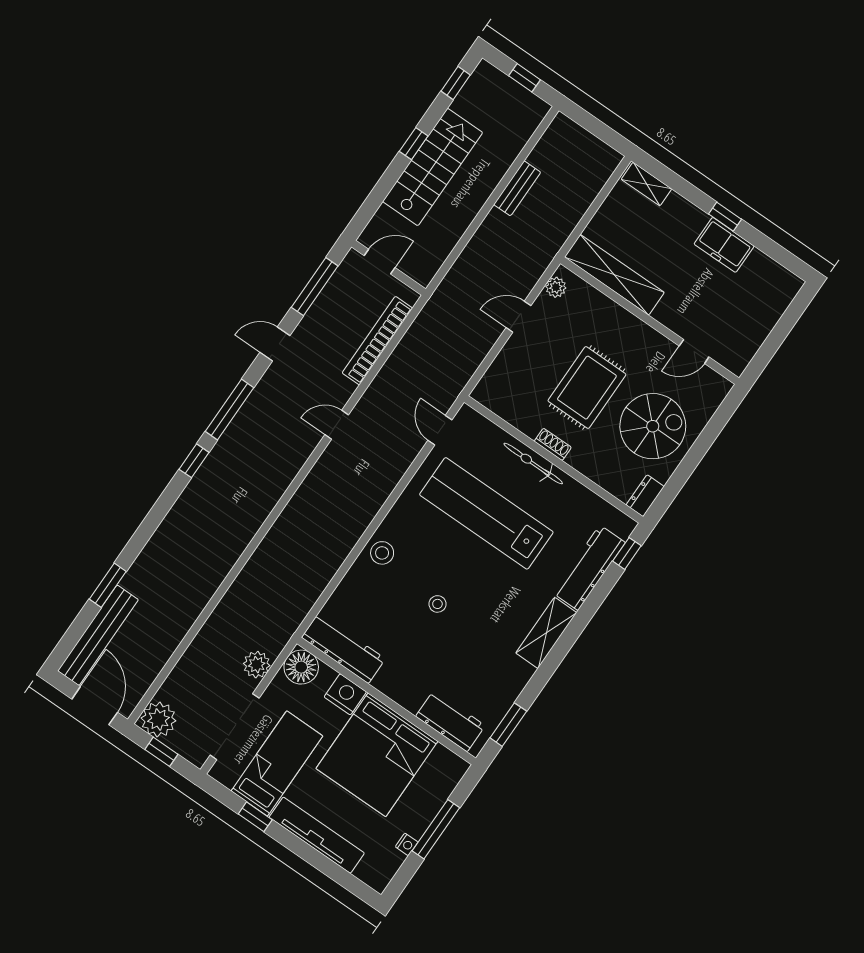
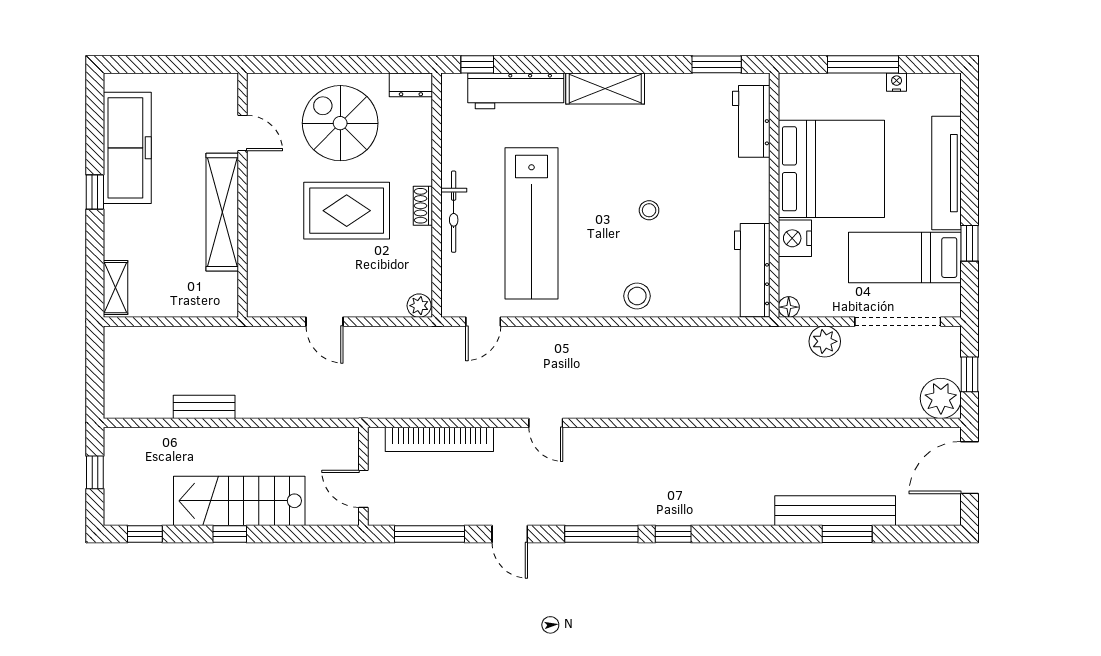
freezer: (724, 245) -> (127, 148), width x1.91, depth x1.26
shelving: (614, 275) -> (222, 212), moved
plant: (556, 287) -> (419, 306), moved
bench: (98, 635) -> (835, 511), moved
floor lamp: (301, 667) -> (789, 307), width x0.53, depth x0.53

